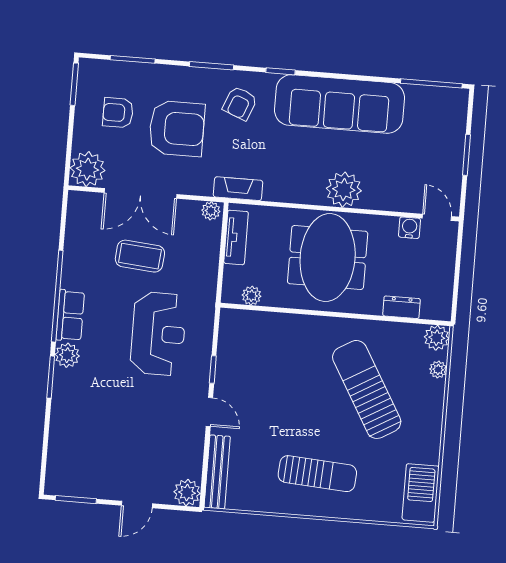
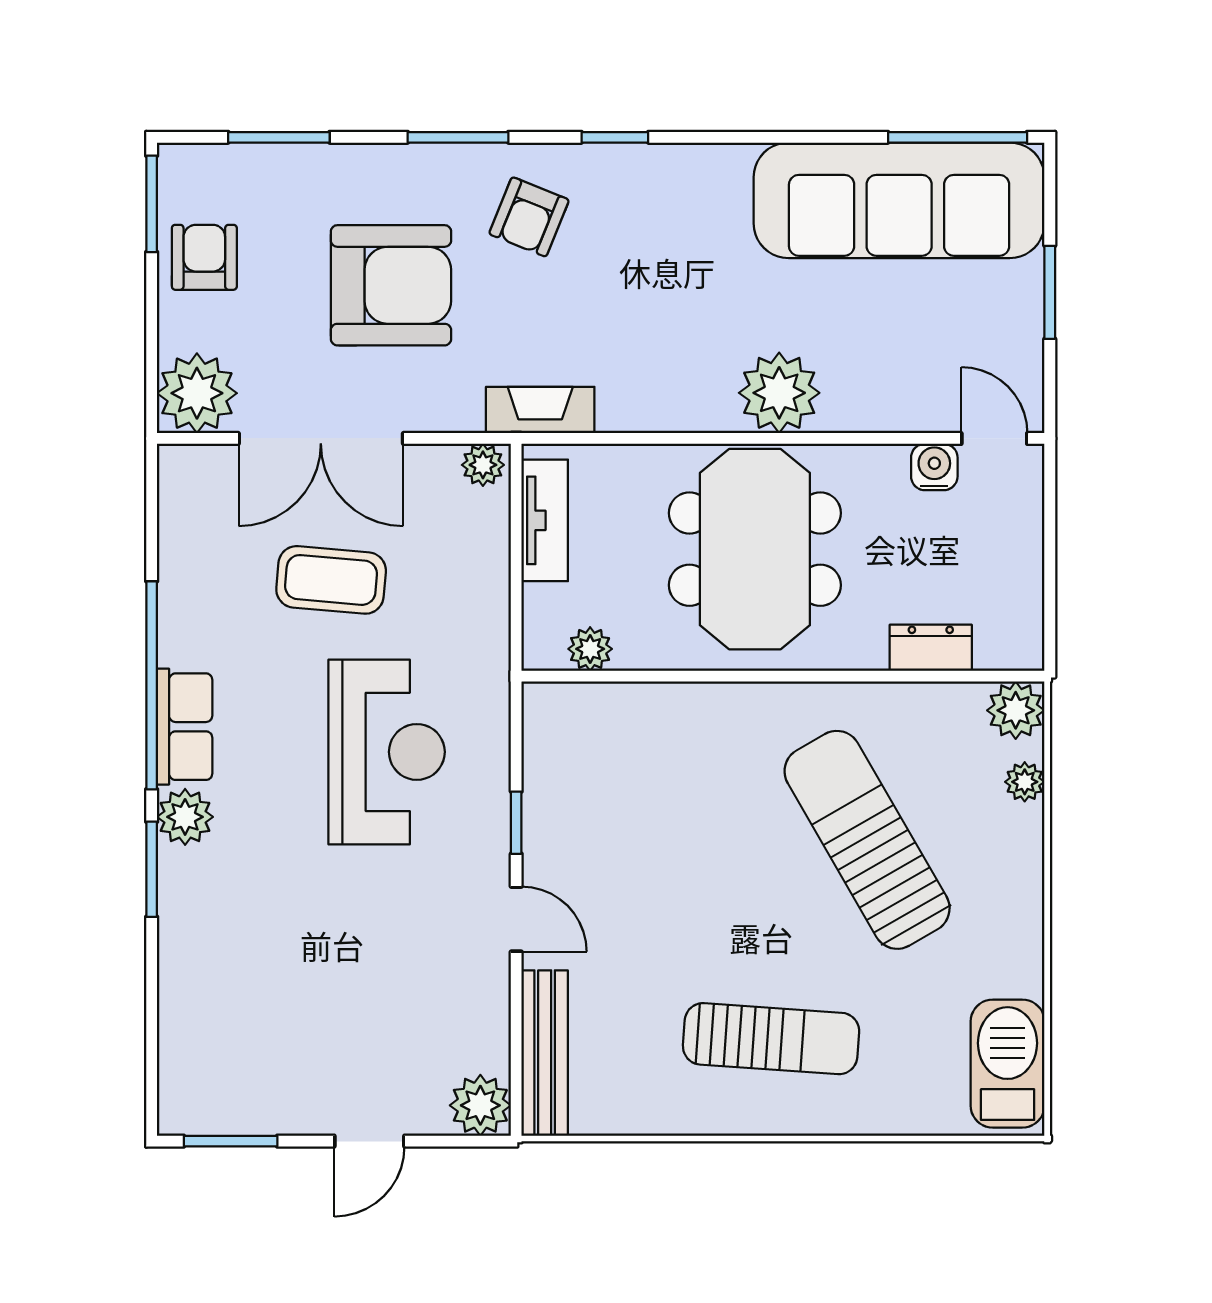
sofa: (340, 104) -> (899, 200), moved
armchair: (118, 113) -> (204, 257), moved, turned 90

